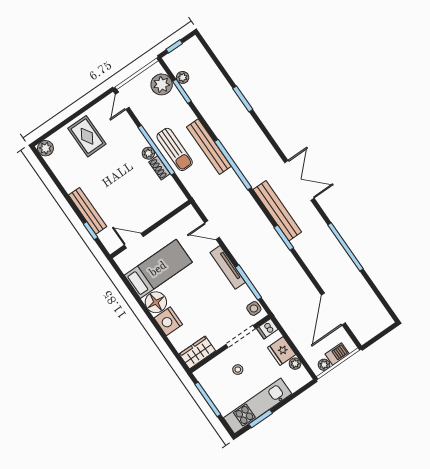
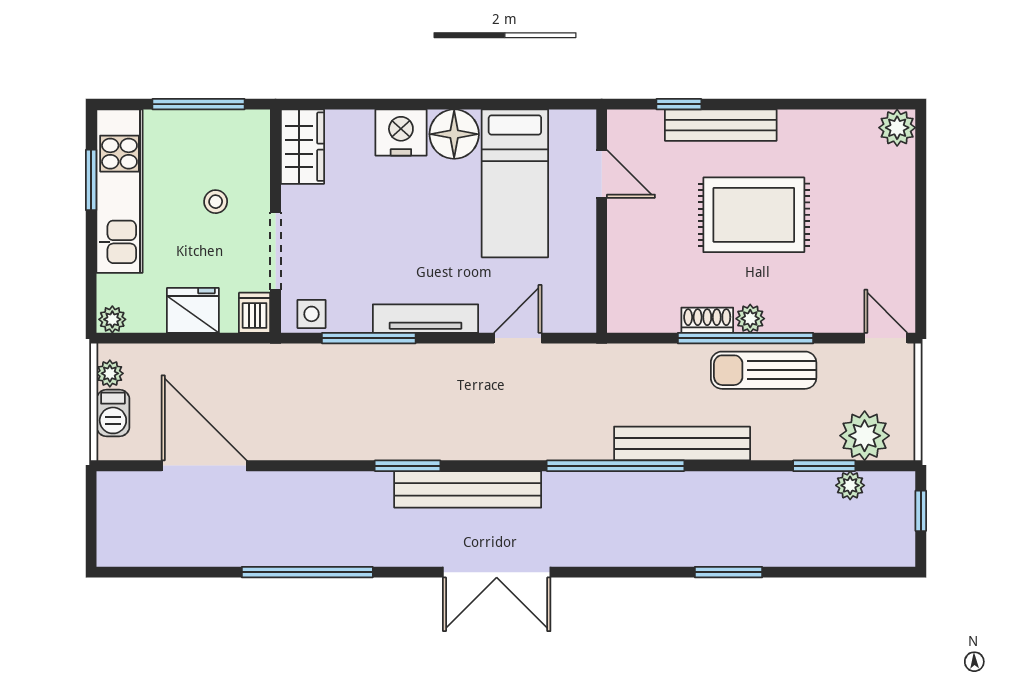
rug: (87, 136) -> (754, 215), moved, width x1.36, depth x1.43
sun lounger: (175, 149) -> (764, 370), moved
door: (134, 241) -> (602, 174), hinge flipped
plant: (295, 364) -> (112, 319), moved

